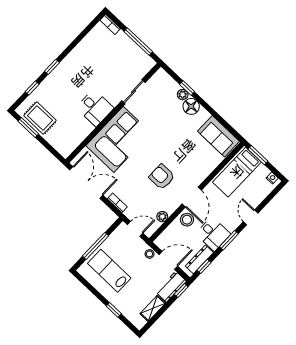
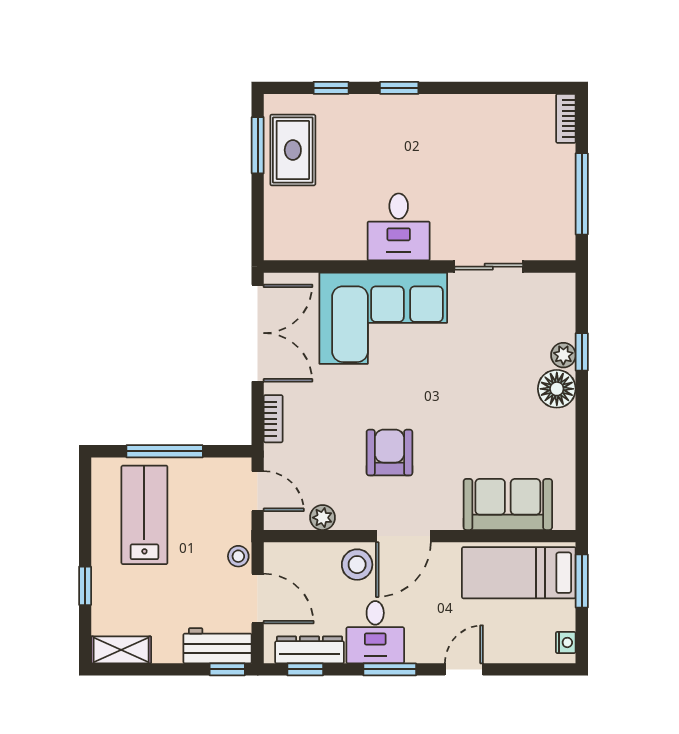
sofa: (218, 136) -> (508, 504), moved, turned 90
shelving: (153, 308) -> (121, 650), moved

